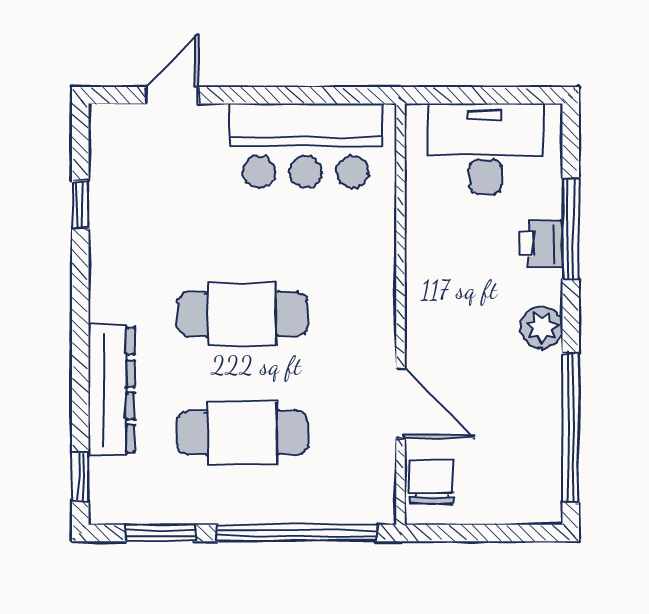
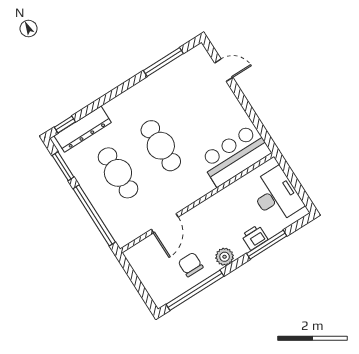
bar counter: (305, 146) -> (235, 155), moved, turned 90
window: (80, 204) -> (163, 62), width x2.17
dresser: (112, 390) -> (83, 129), moved
chair: (432, 482) -> (191, 265), moved, turned -90

